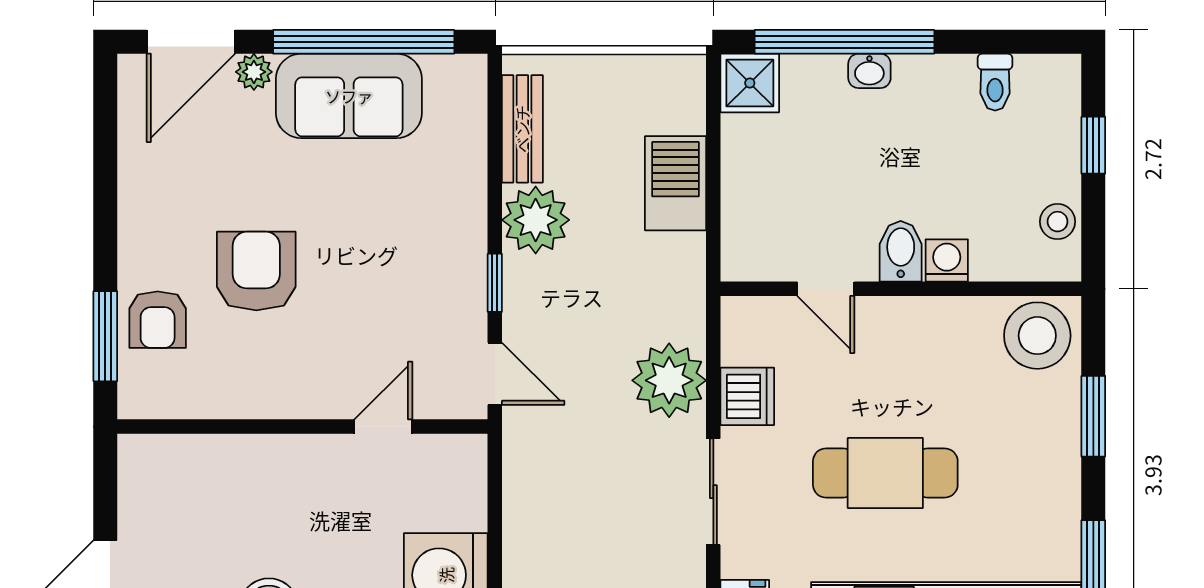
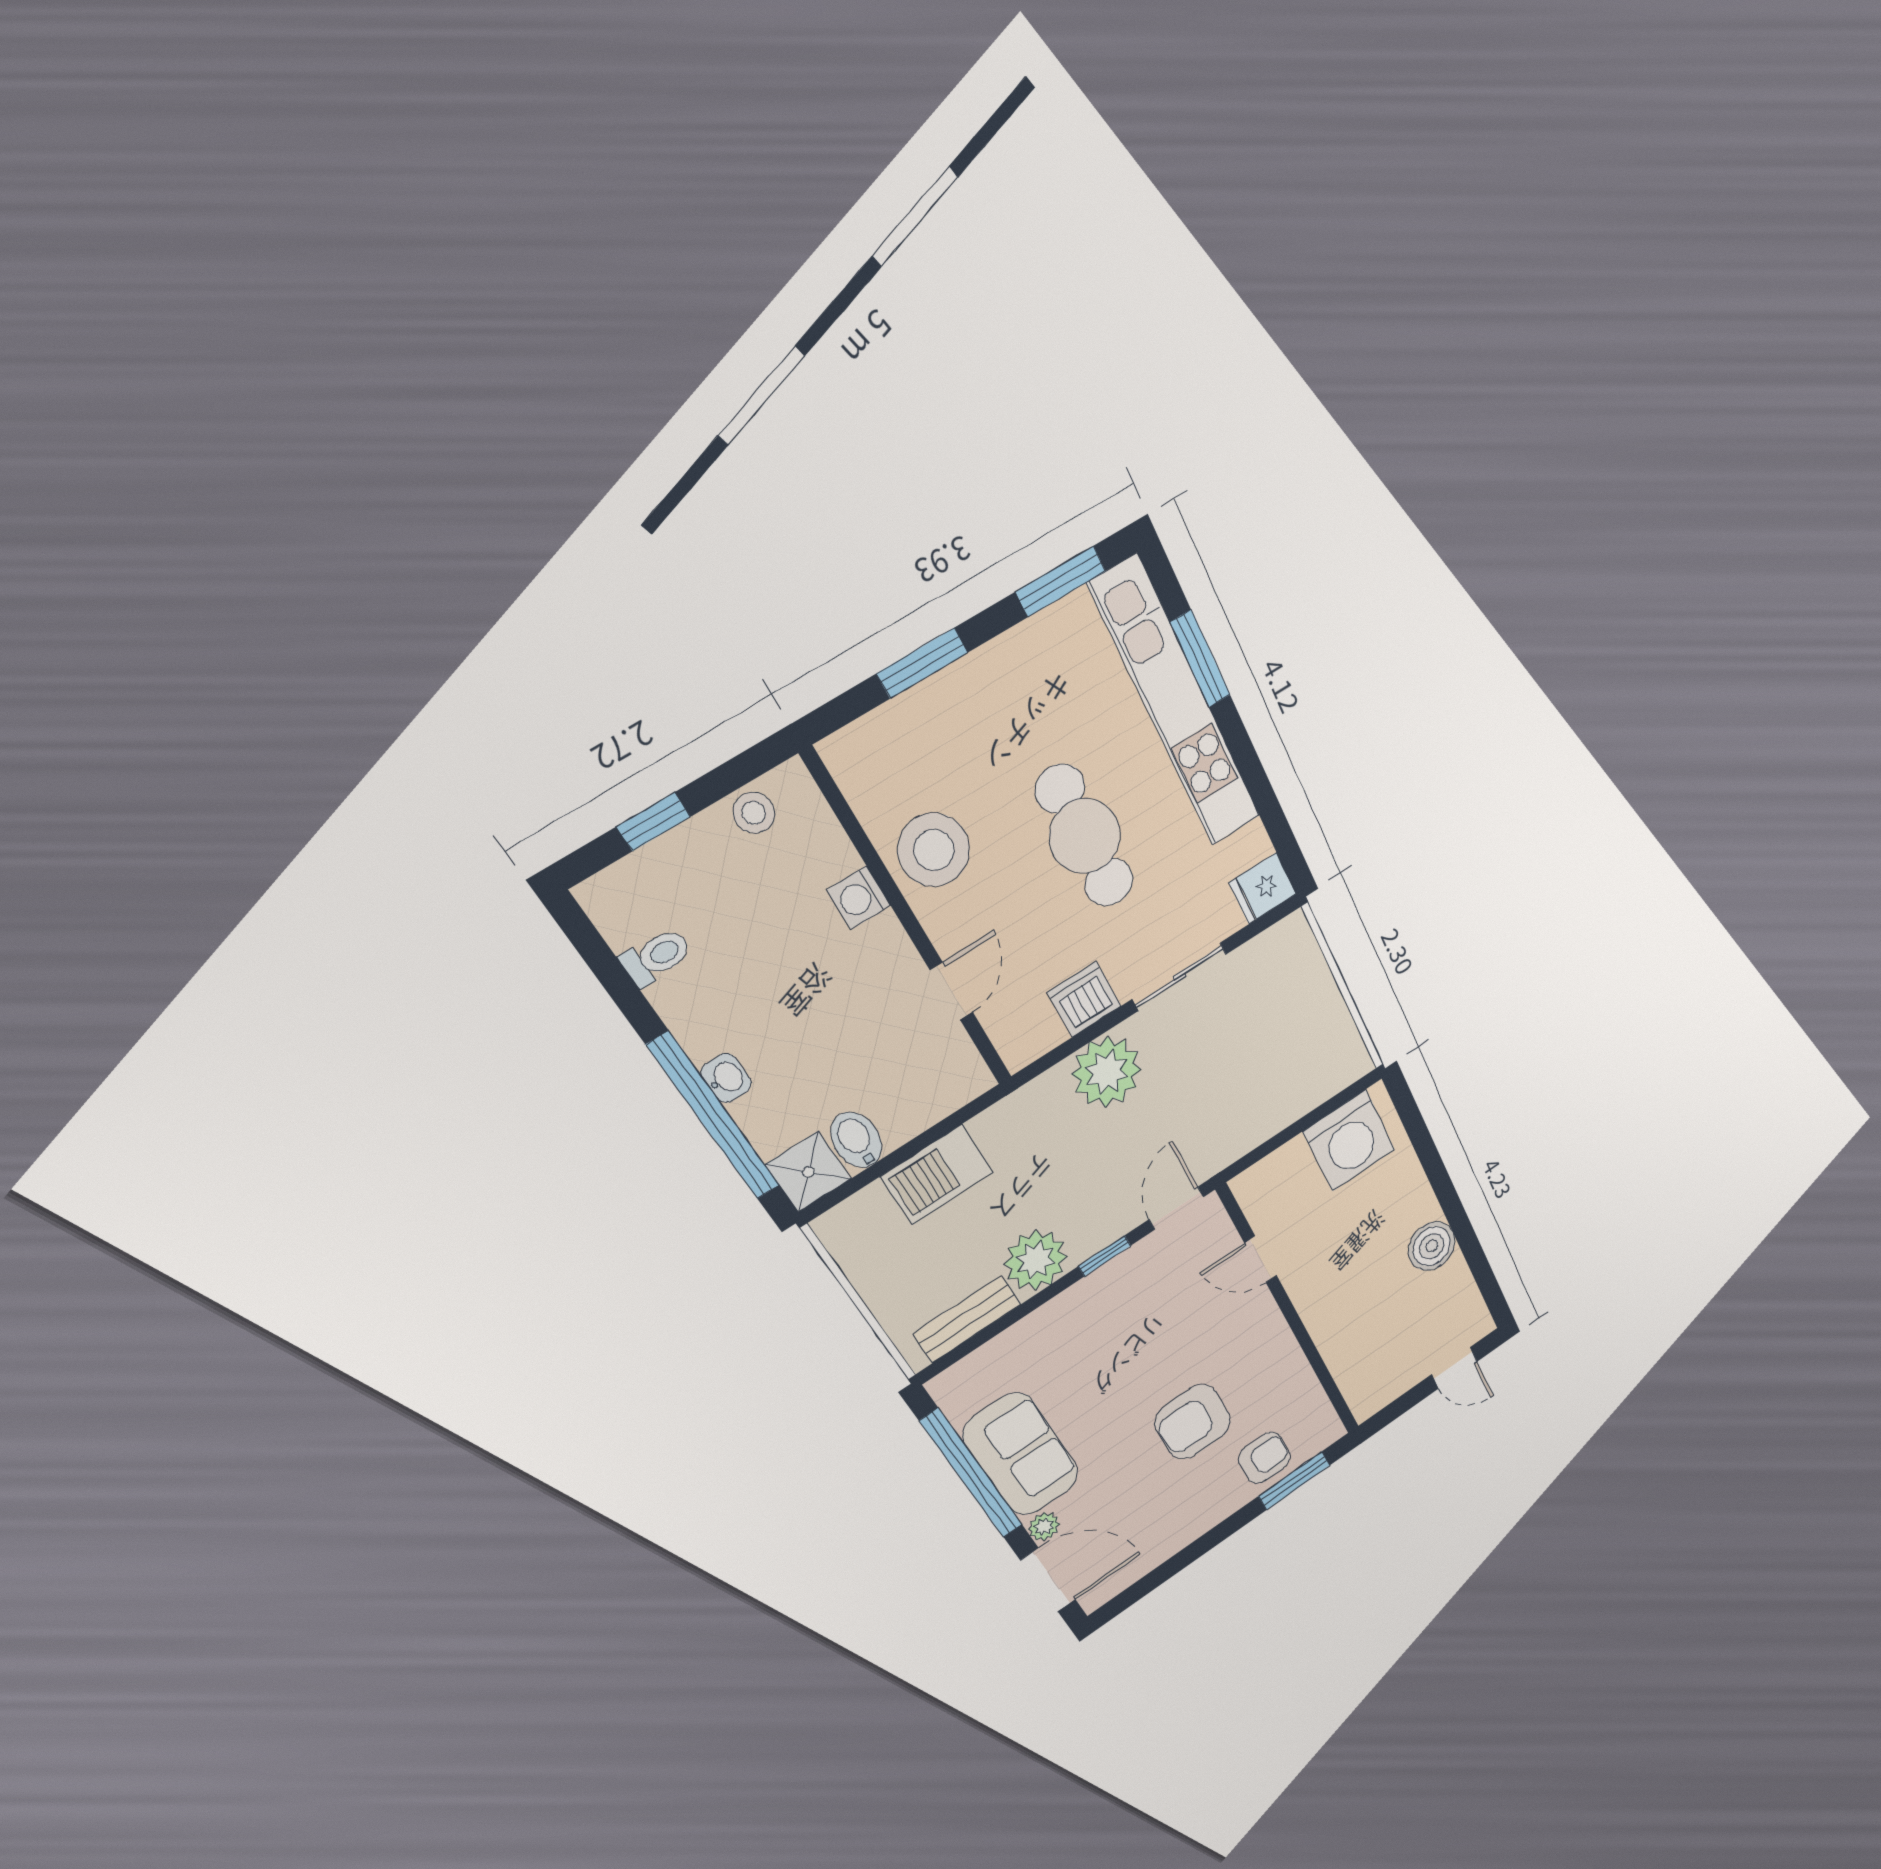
bidet: (901, 251) -> (856, 1140), moved, turned 90
stool: (1037, 336) -> (934, 850), moved

